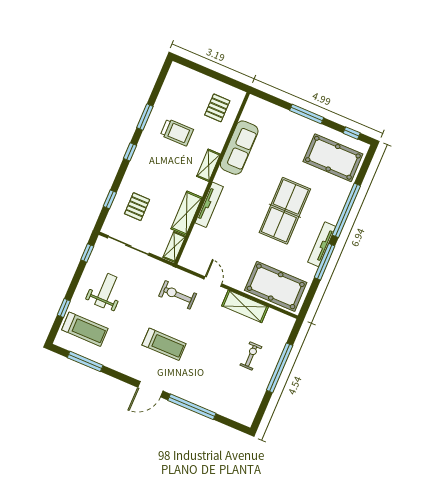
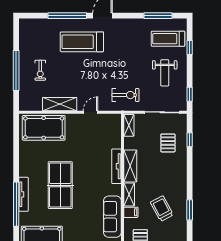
trolley: (177, 132) -> (162, 209), turned 62
filing cabinet: (215, 143) -> (131, 212), added
window: (130, 152) -> (190, 180), removed
shelving: (186, 213) -> (130, 166), moved
tv unit: (322, 244) -> (23, 194), moved
window: (325, 262) -> (16, 160), removed
door: (213, 281) -> (90, 112), swing flipped
exercise bike: (178, 295) -> (125, 95), moved
treadmill: (164, 344) -> (82, 42), moved, width x1.37, depth x1.38

